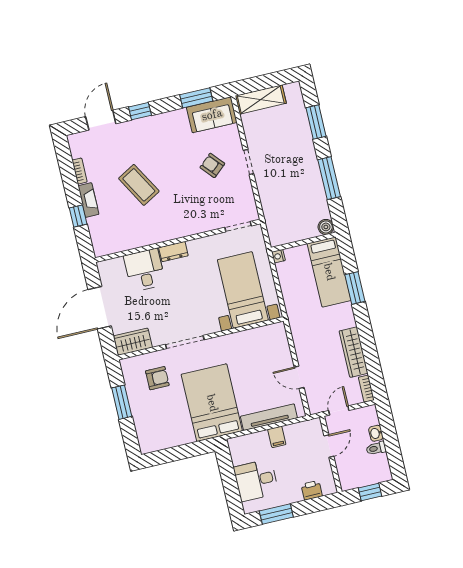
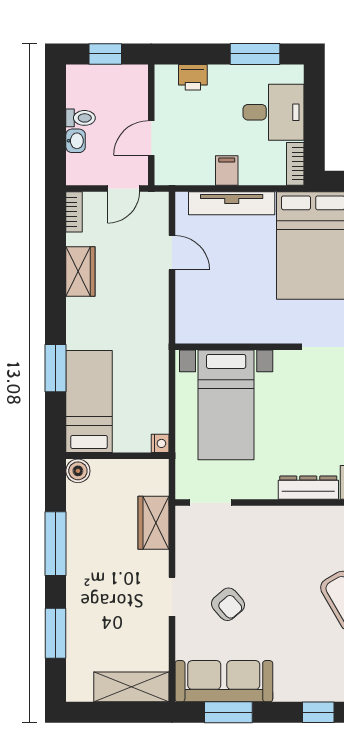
sofa: (212, 115) -> (224, 681), width x1.36
wardrobe: (271, 206) -> (153, 523), added
dresser: (173, 252) -> (308, 488), width x1.44
wardrobe: (354, 352) -> (80, 272), width x0.67
bookcase: (235, 451) -> (295, 164), added

